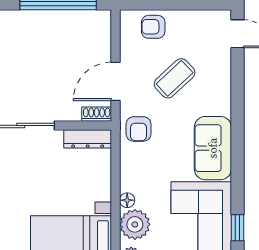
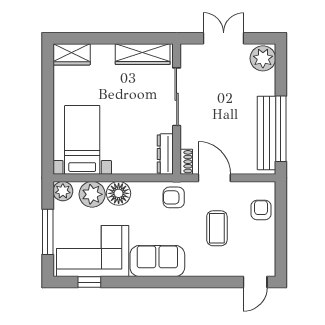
bench: (63, 20) -> (266, 133), added
coffee table: (175, 78) -> (217, 228), turned 43
floor lamp: (127, 200) -> (119, 193), width x1.89, depth x1.89

